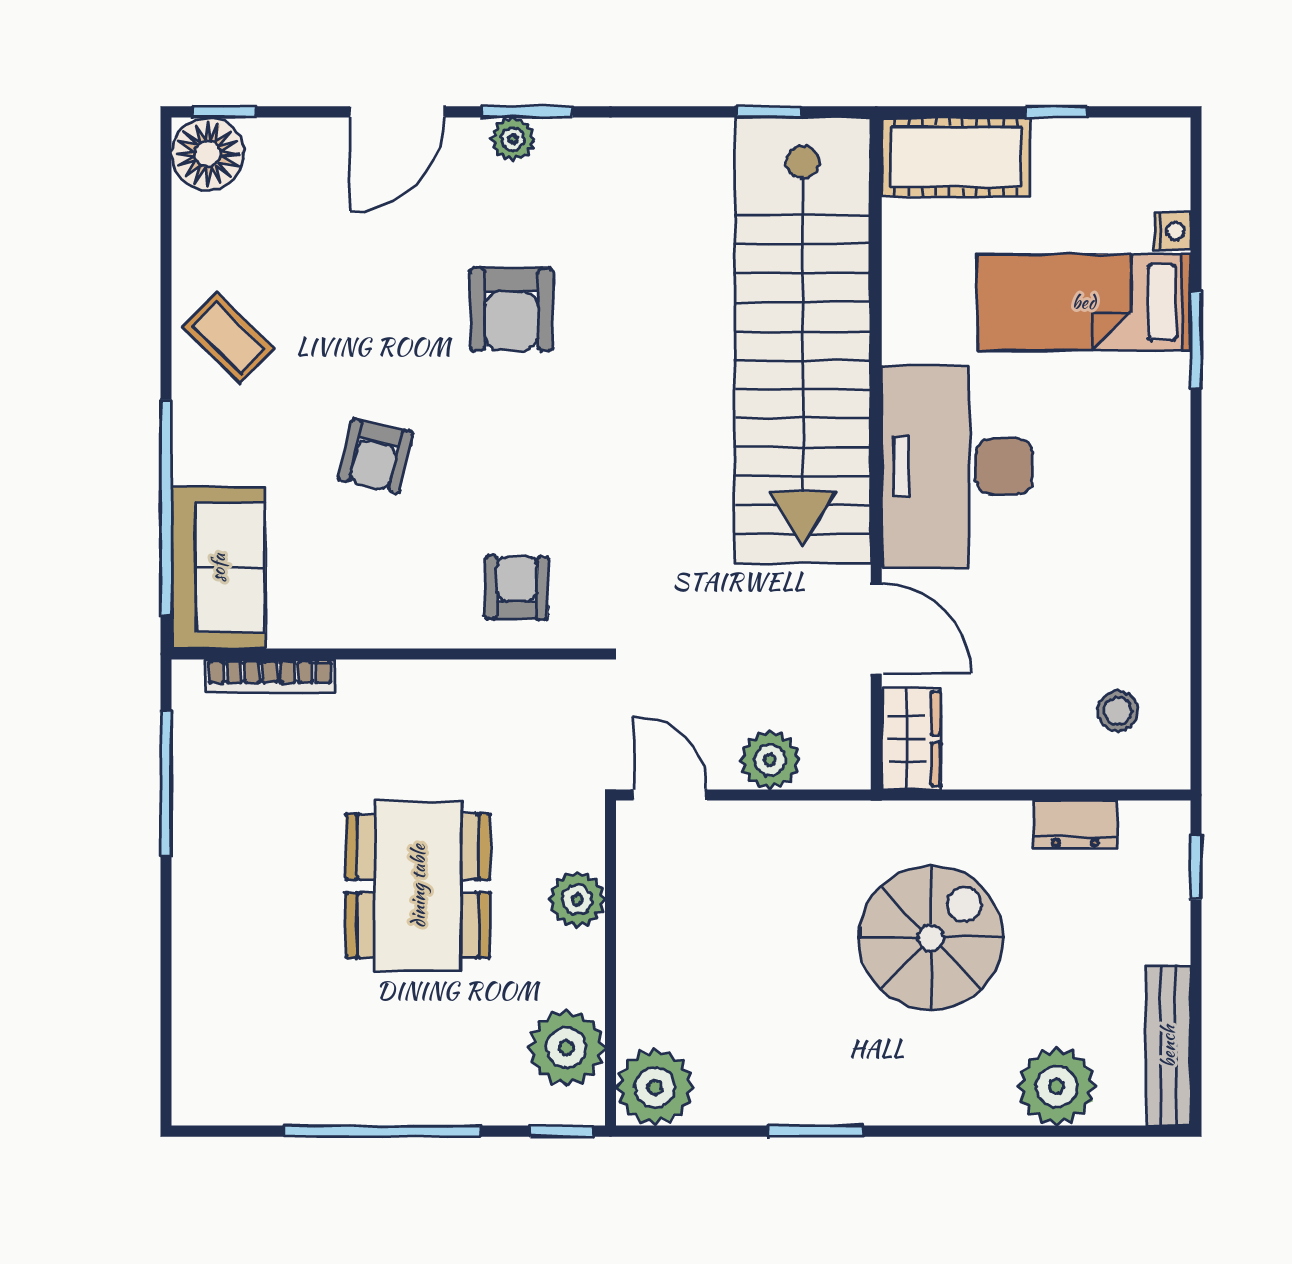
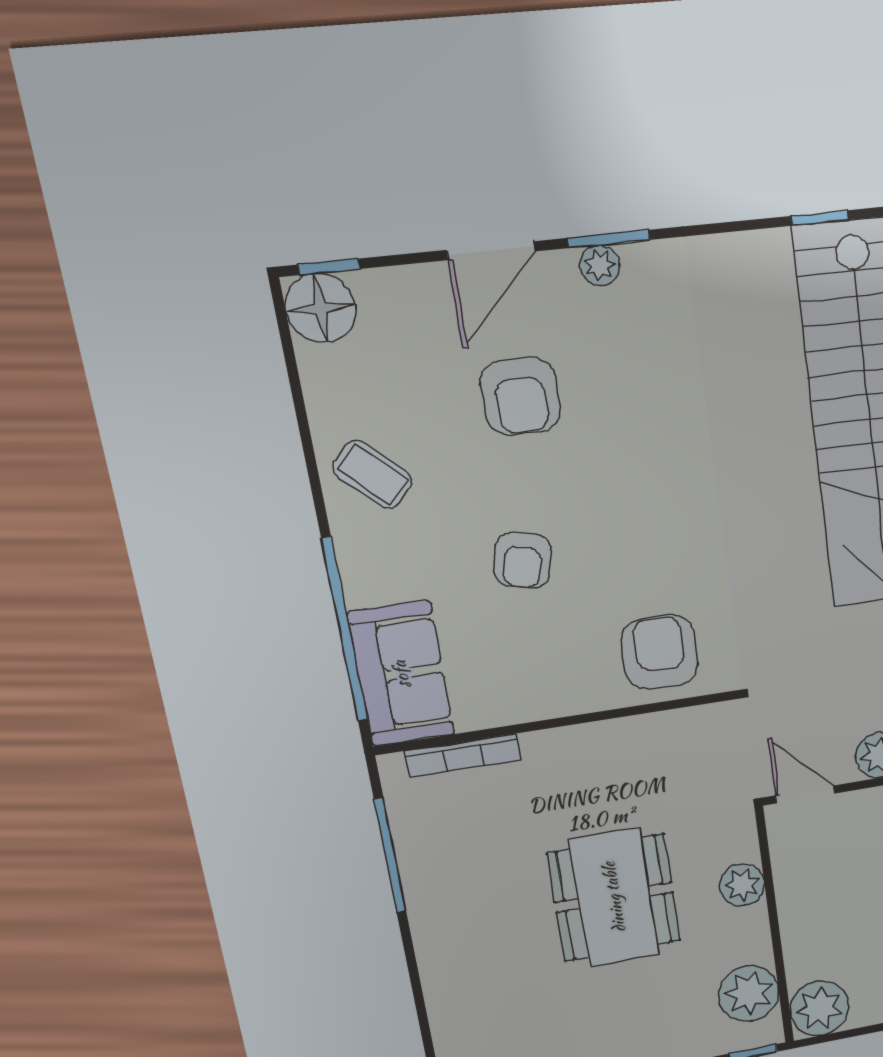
armchair: (511, 309) -> (520, 396), moved
armchair: (517, 588) -> (660, 652), width x1.38, depth x1.38

